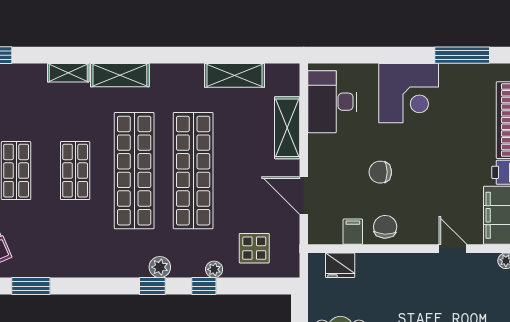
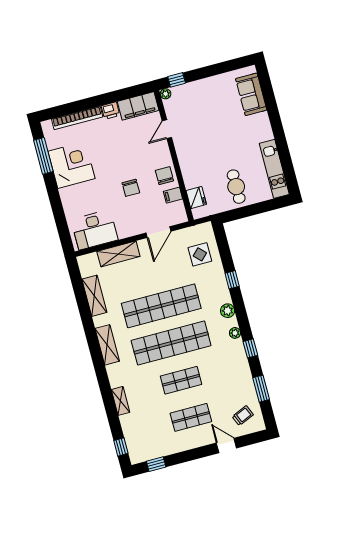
shelving: (120, 75) -> (107, 345), moved
corner desk: (409, 93) -> (72, 165), moved
chair: (385, 227) -> (164, 176), turned 88
plant: (214, 269) -> (235, 333), moved
window: (152, 286) -> (250, 348), moved

